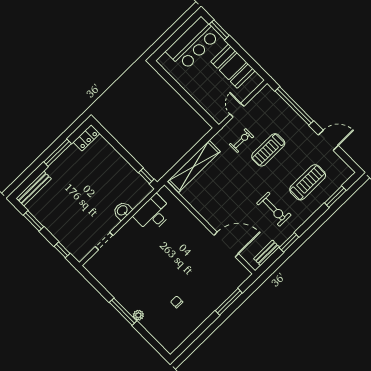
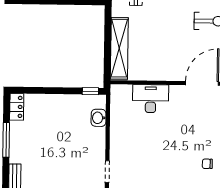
washbasin: (122, 211) -> (99, 118), moved
desk: (153, 214) -> (151, 99), moved, turned 90

